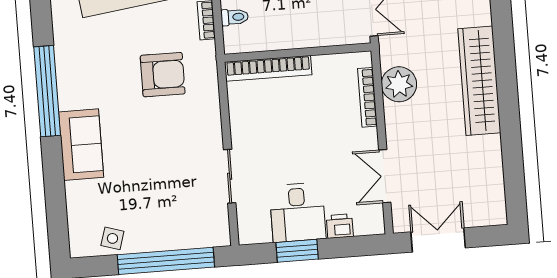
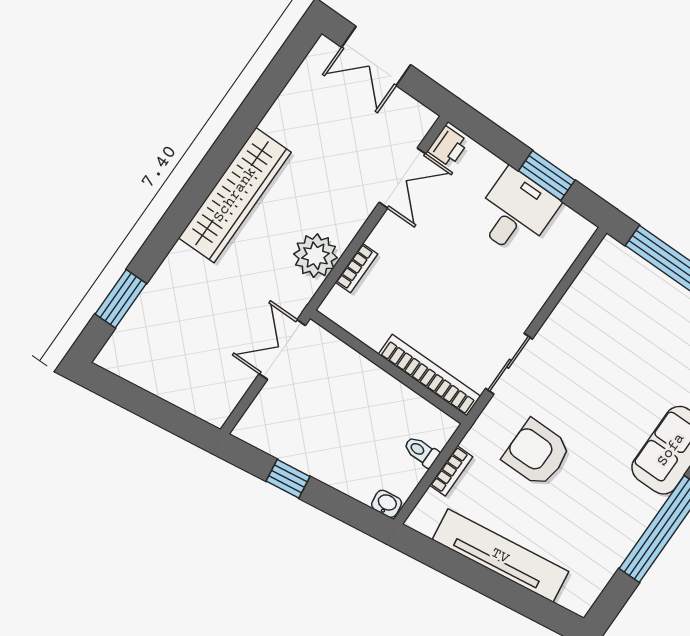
bookcase: (367, 97) -> (357, 268), width x0.64
sliding door: (230, 176) -> (509, 364), moved
printer: (340, 226) -> (448, 146), moved, turned -90
double door: (438, 240) -> (376, 56), moved

